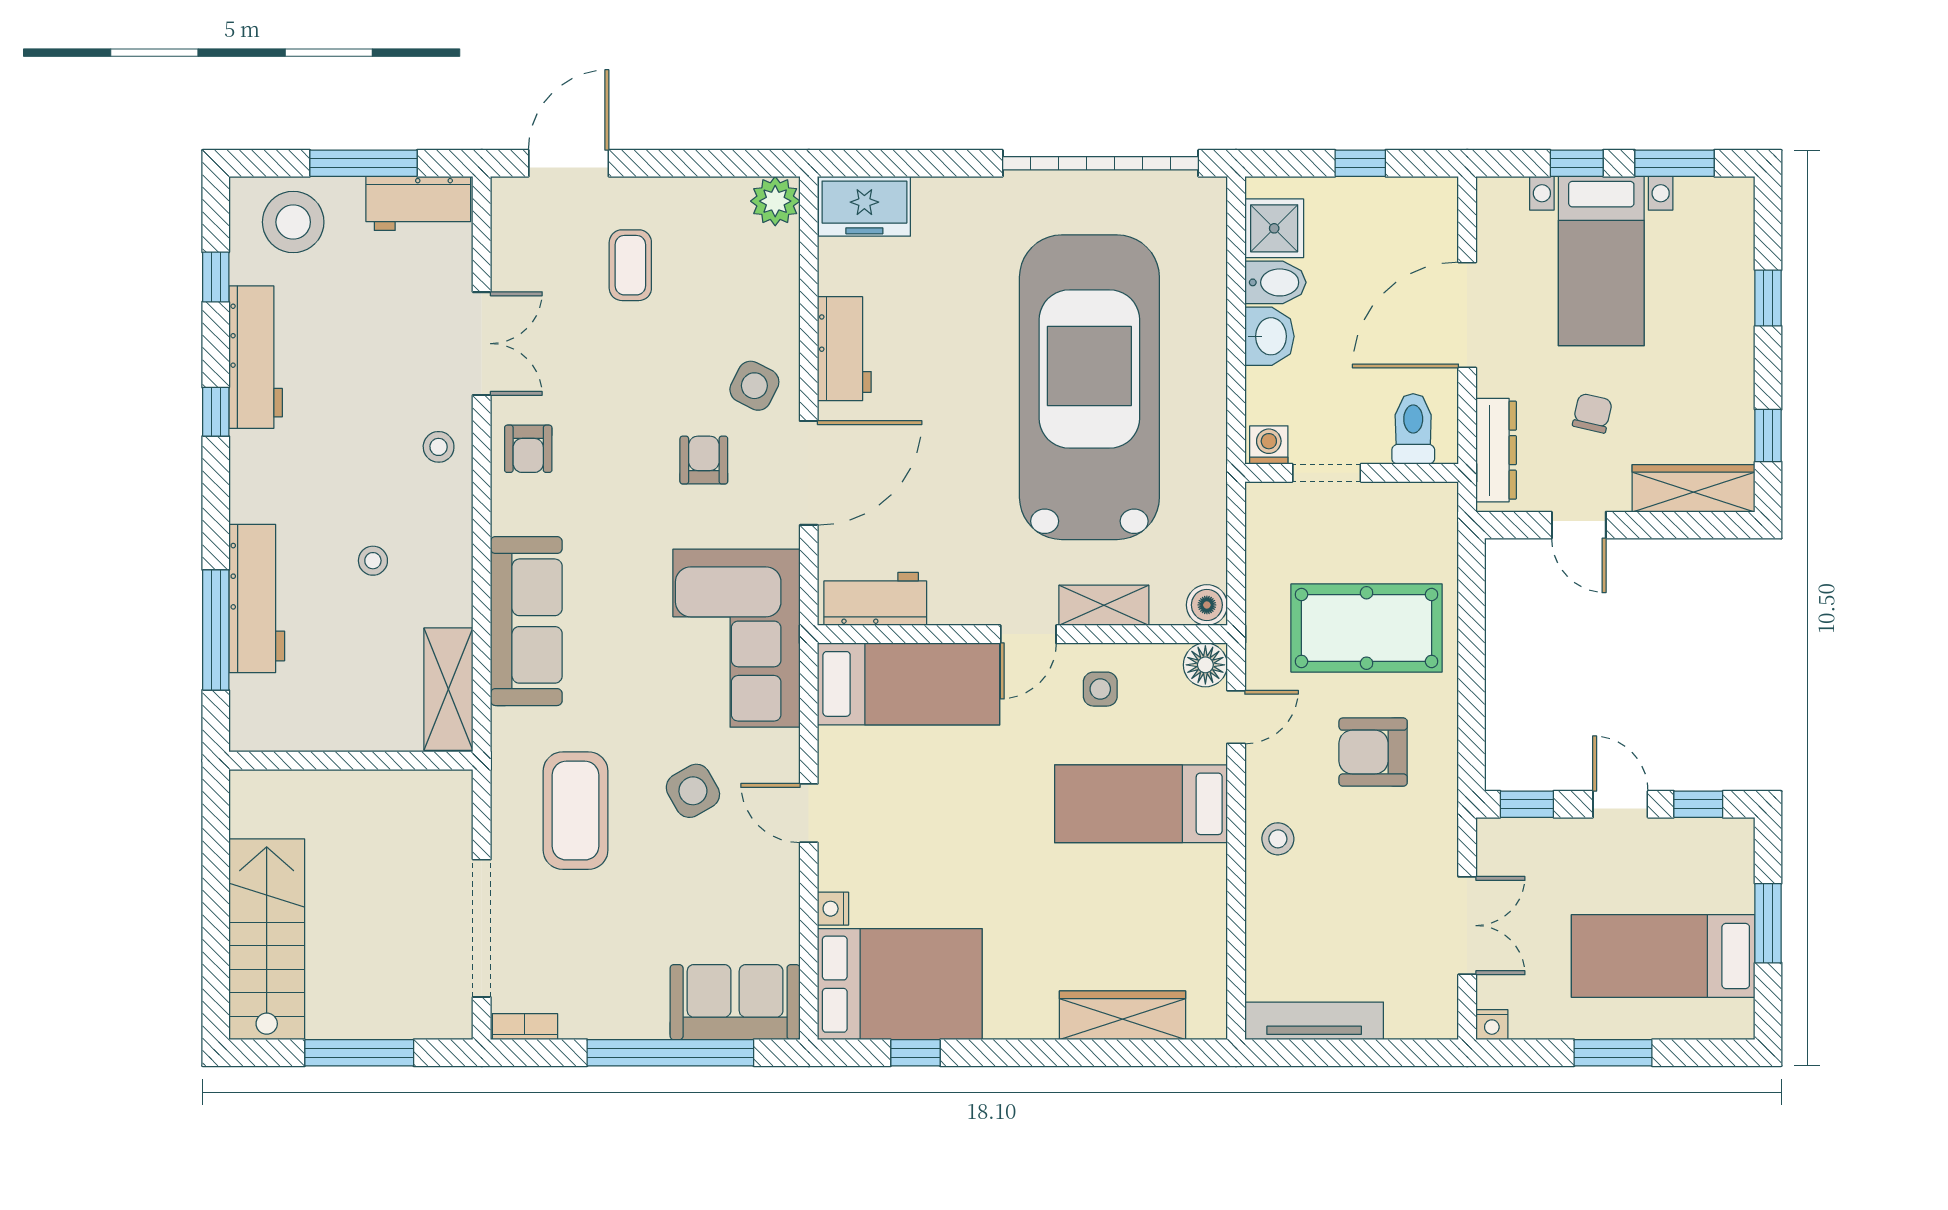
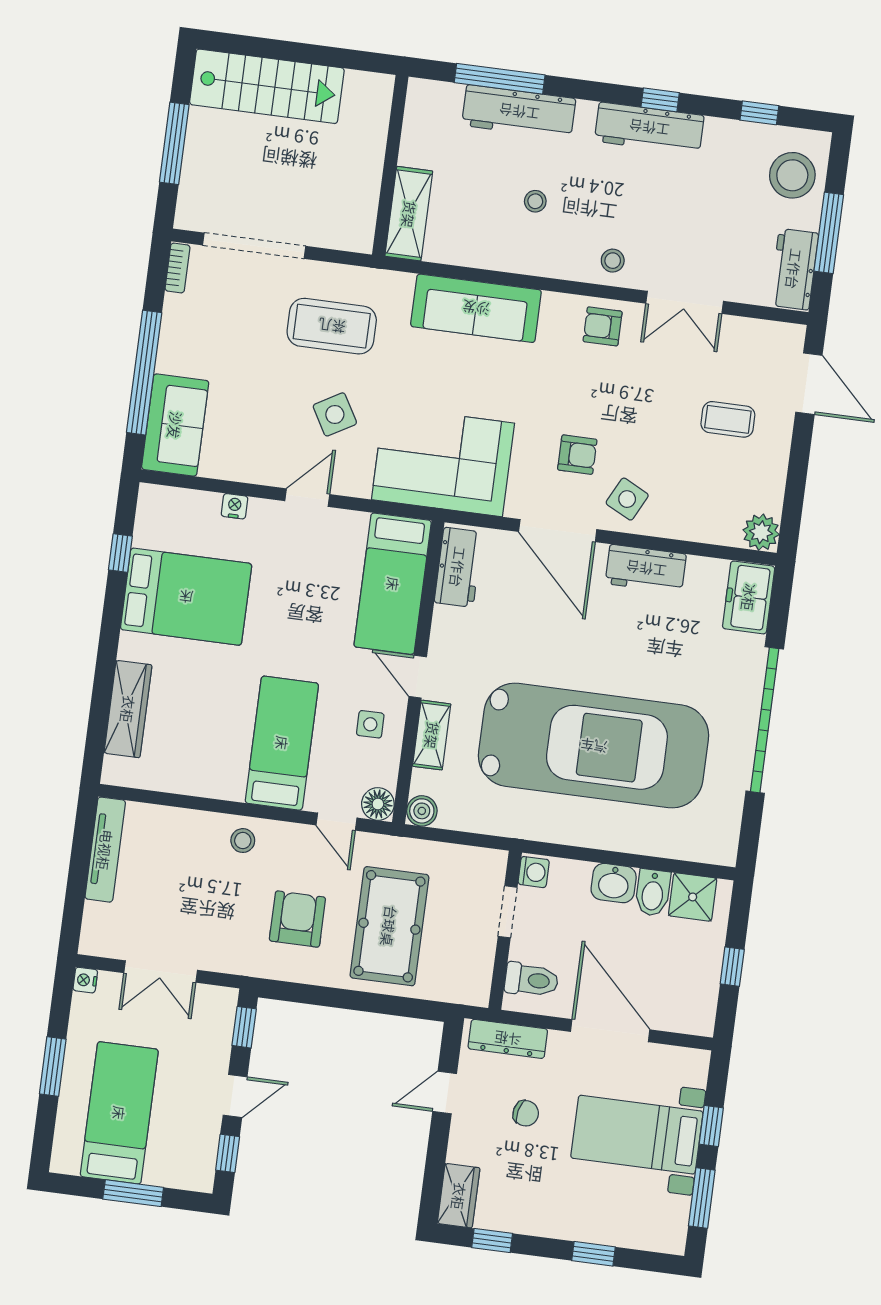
garage door: (1101, 163) -> (765, 720), moved
workbench: (256, 357) -> (649, 128), moved
wardrobe: (1694, 488) -> (459, 1196), width x0.67
shelving: (448, 689) -> (409, 214), moved, turned 90
bed: (900, 984) -> (186, 597), moved, turned -90

